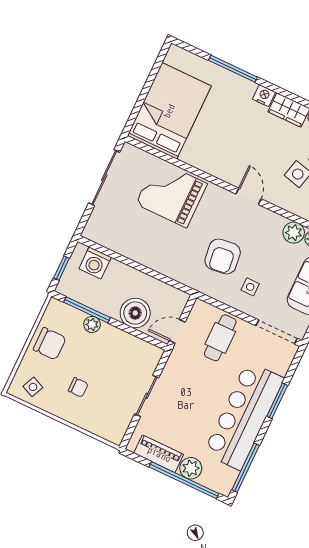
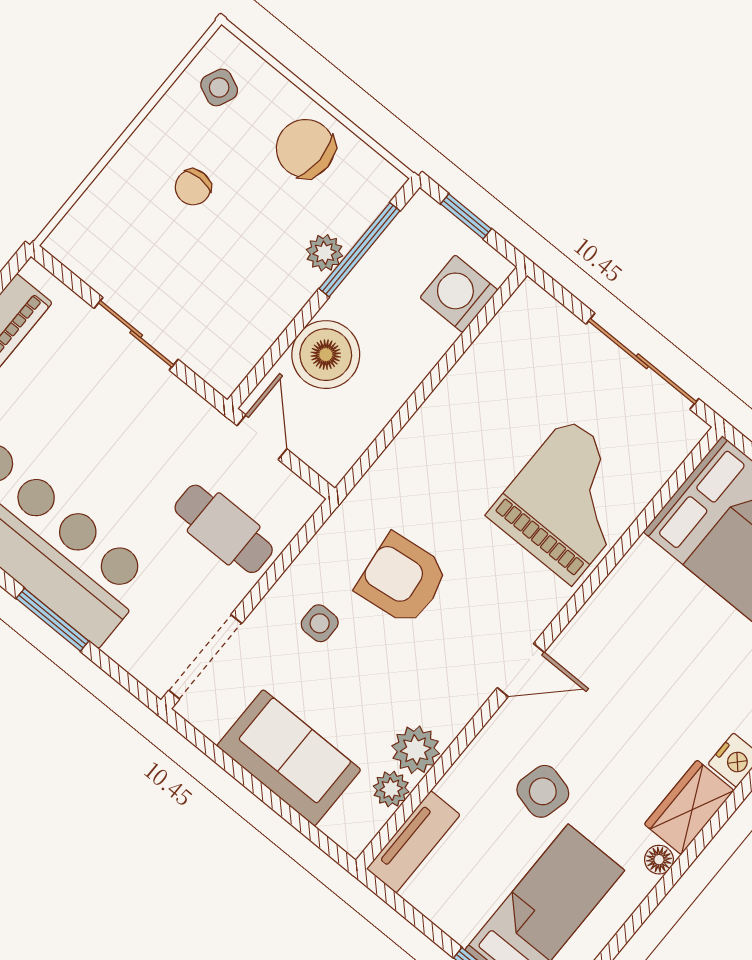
chair: (50, 344) -> (305, 148), turned 90

